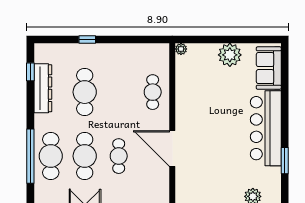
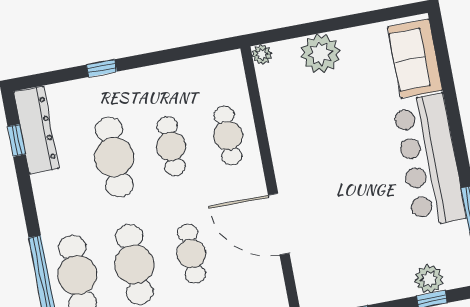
plant: (230, 55) -> (321, 54), moved
dresser: (43, 88) -> (36, 130), moved
cafe table: (119, 92) -> (171, 146), added

